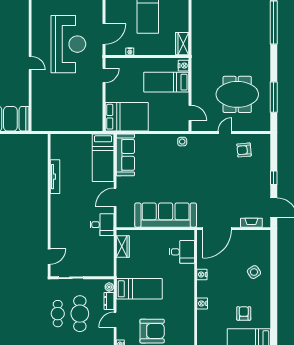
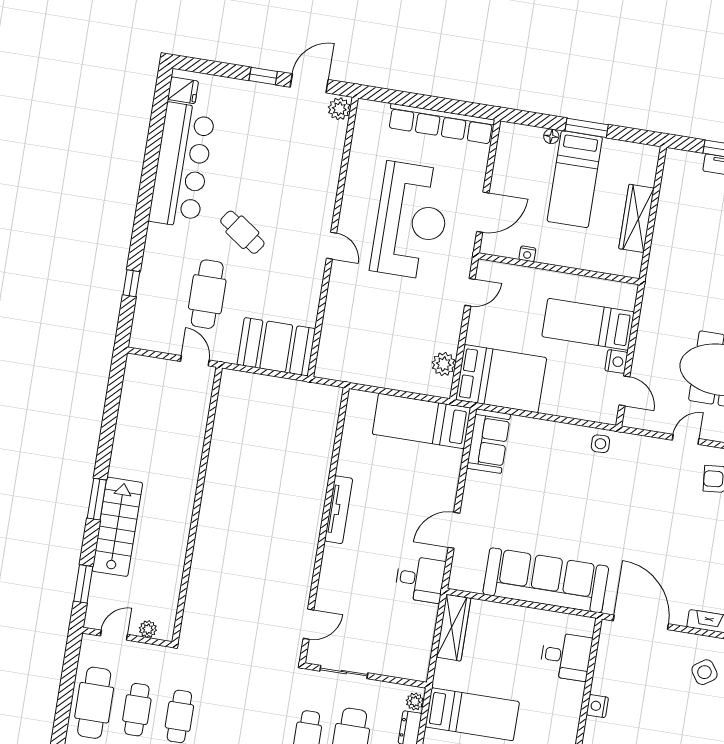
wardrobe: (182, 44) -> (636, 218), moved, width x1.50
nightstand: (184, 66) -> (616, 361), moved
plant: (96, 114) -> (444, 364), added
sofa: (125, 155) -> (489, 441), width x0.73
bed: (103, 158) -> (422, 421), moved, turned 90
tv unit: (55, 177) -> (339, 510), moved
door: (217, 229) -> (641, 622), swing flipped
wardrobe: (123, 247) -> (453, 628), width x1.50
side table: (254, 272) -> (704, 672), moved

